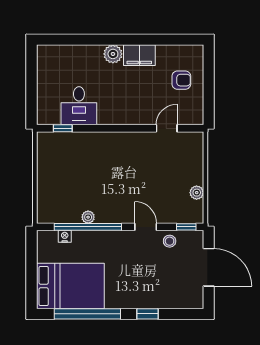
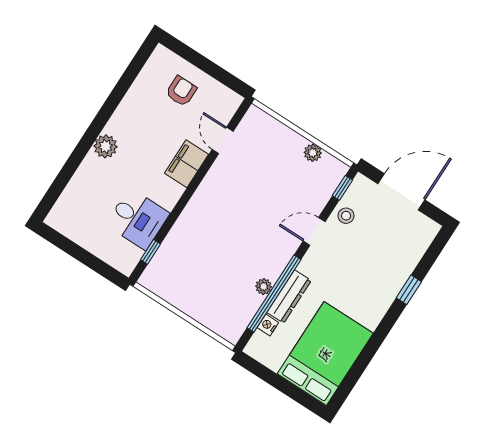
filing cabinet: (139, 55) -> (187, 164), moved, turned 180
dresser: (92, 238) -> (289, 297), added
window: (87, 314) -> (367, 355), removed

